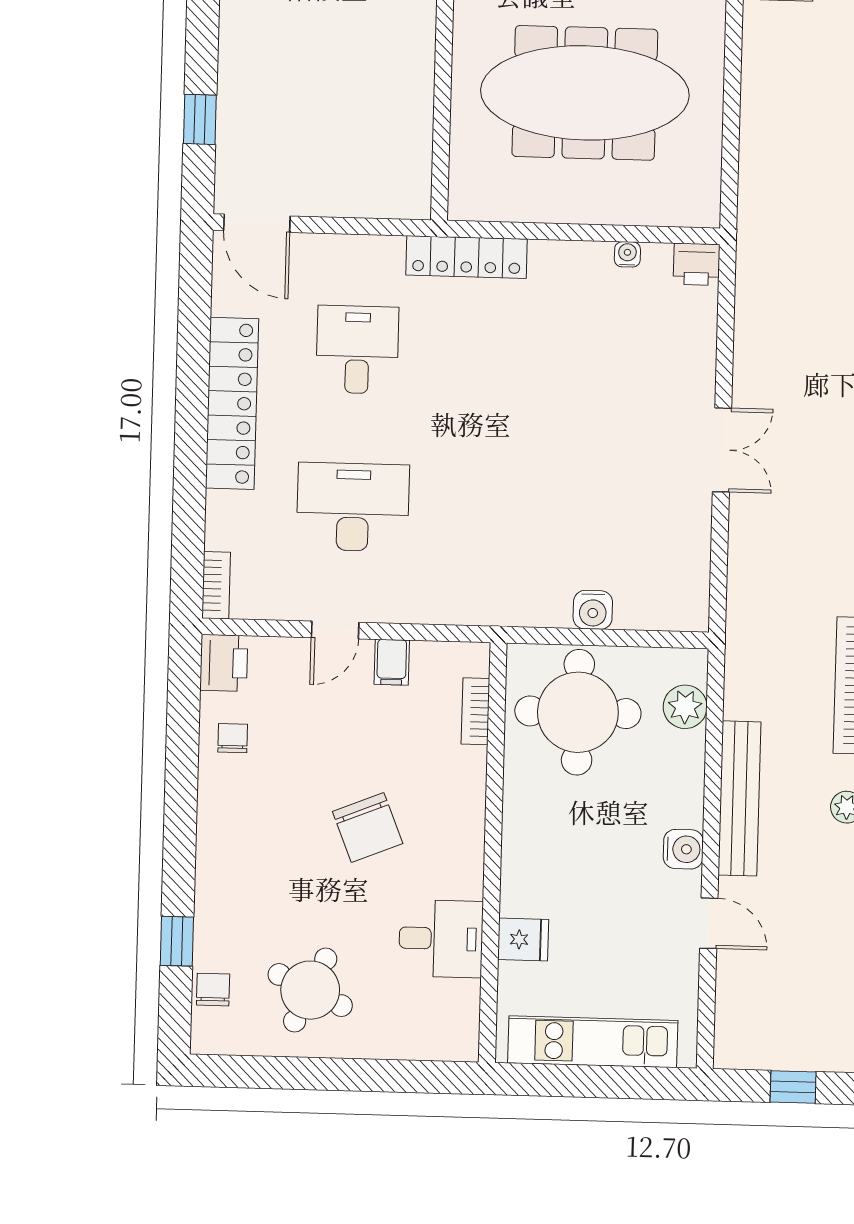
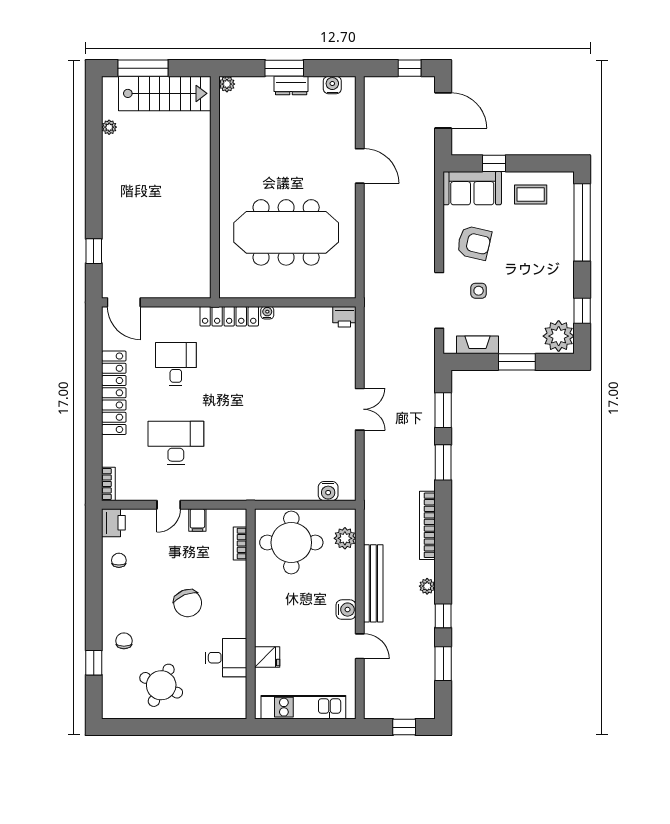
water cooler: (627, 254) -> (267, 313), moved
water cooler: (593, 610) -> (328, 491), moved
chair: (213, 990) -> (124, 641), moved

